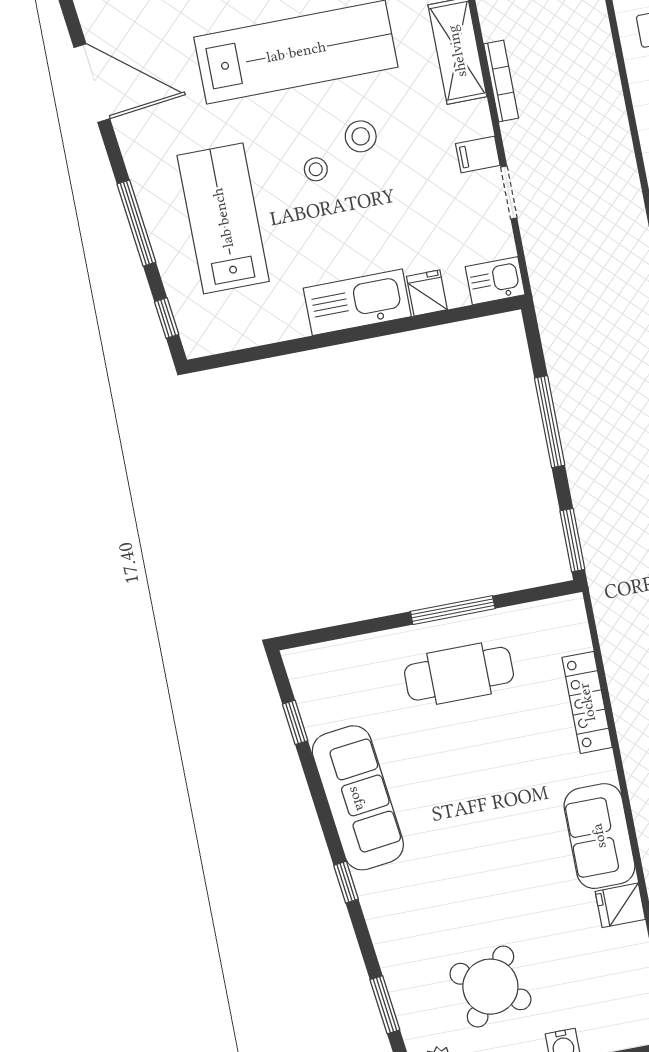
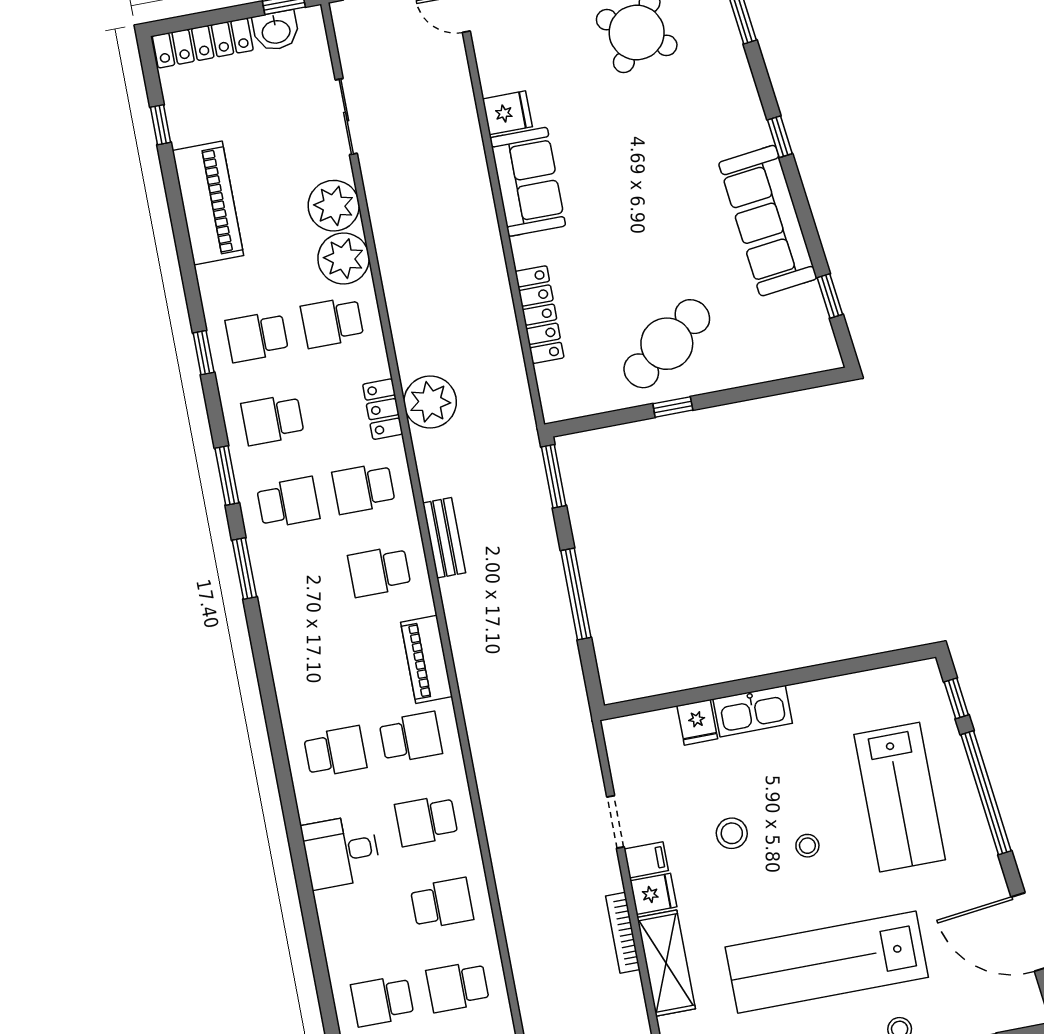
fridge: (470, 120) -> (653, 894), added
stool: (361, 136) -> (732, 833), moved
window: (136, 223) -> (986, 793), width x1.46
kitchen sink: (495, 281) -> (630, 734), removed
kitchen sink: (357, 302) -> (753, 711), width x0.73, depth x0.81
window: (453, 610) -> (673, 407), width x0.46
cafe table: (459, 674) -> (667, 344), turned -36

